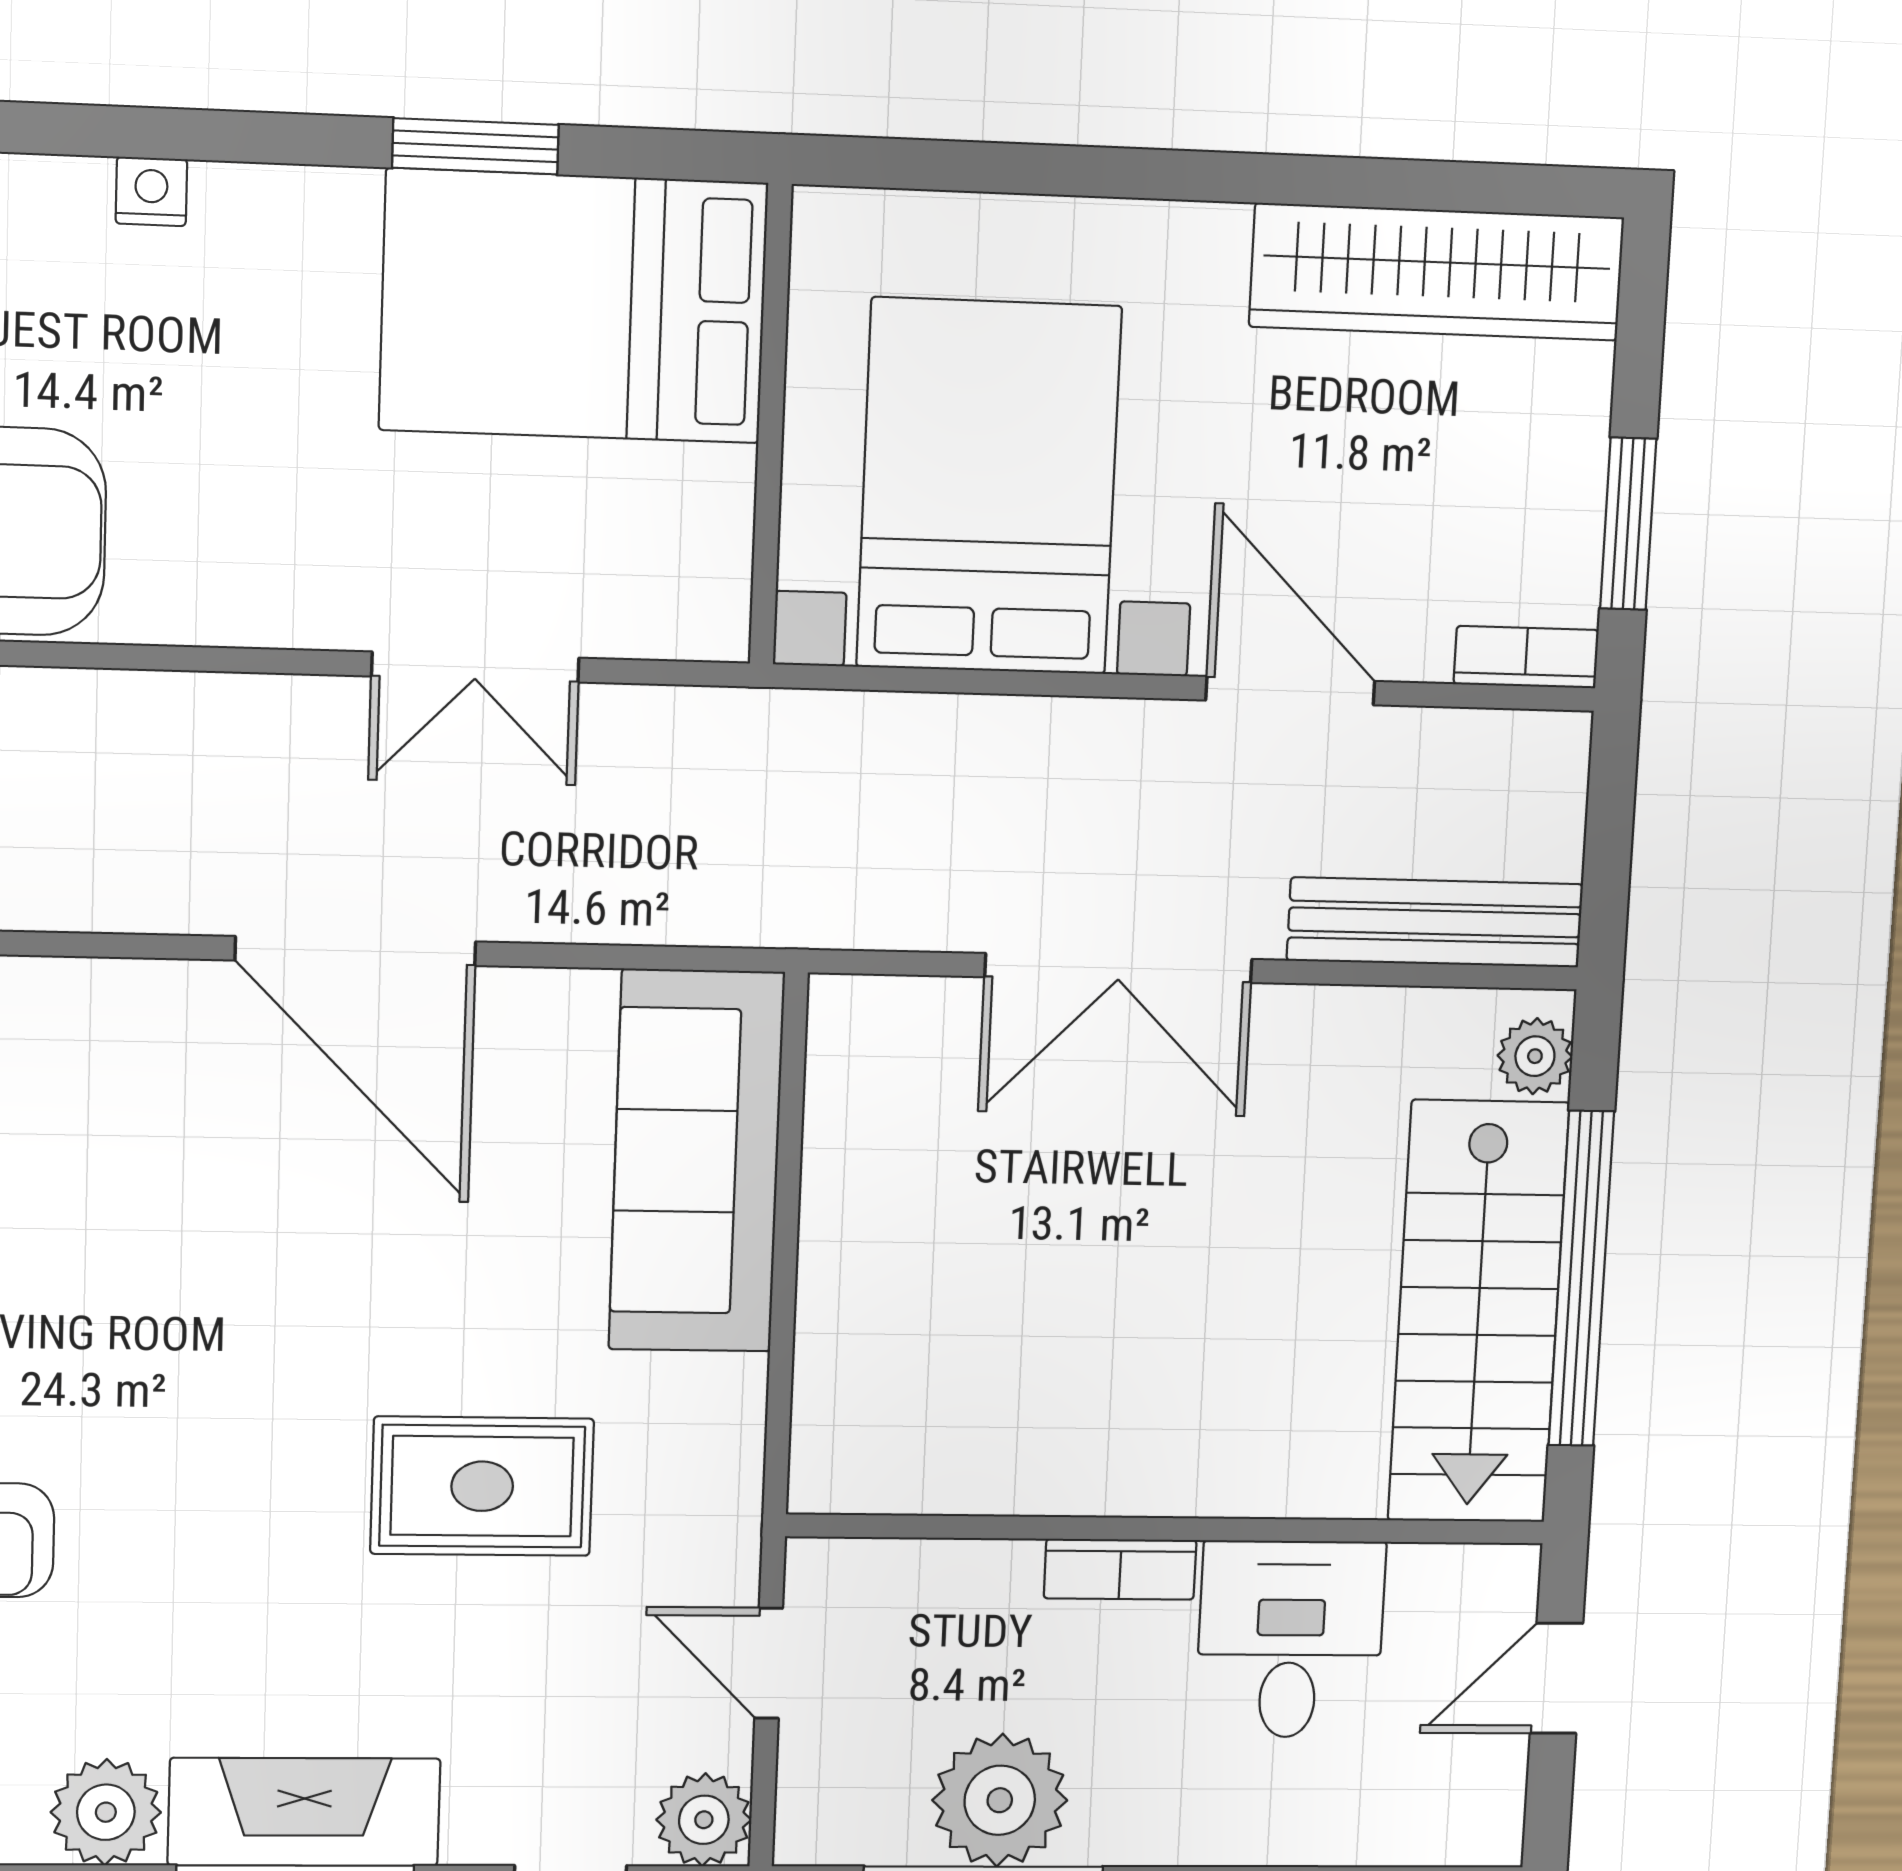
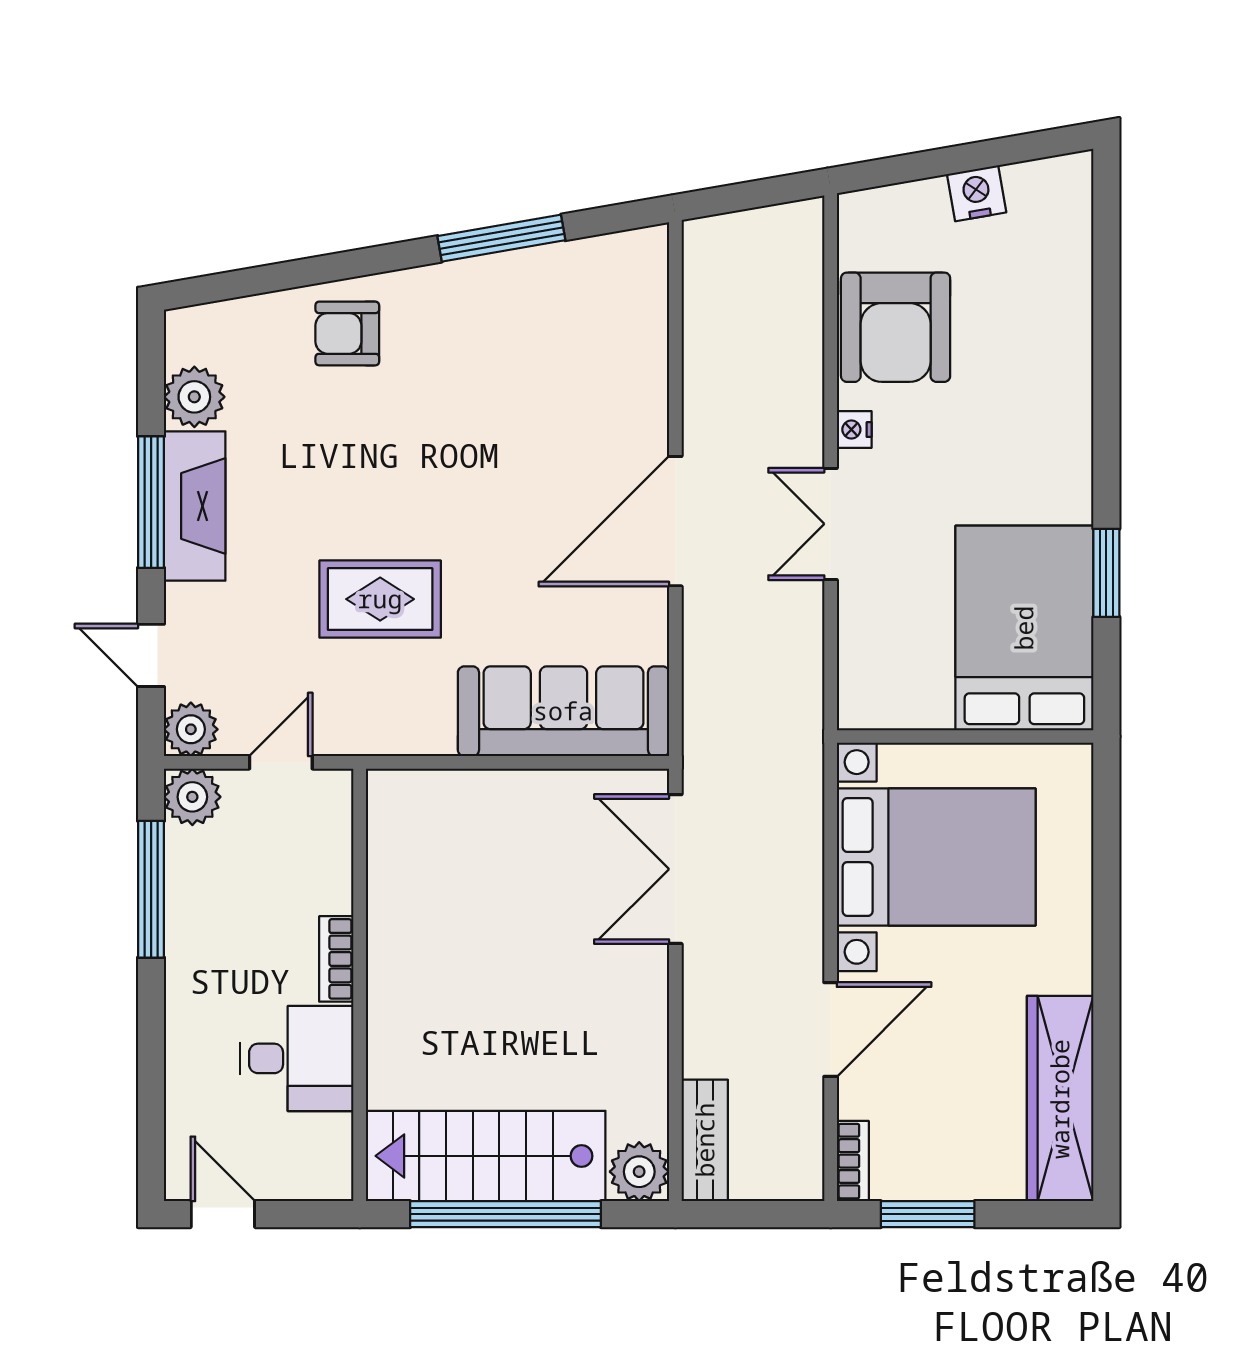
nightstand: (151, 191) -> (854, 430), moved, turned 180
double door: (475, 667) -> (831, 524), moved
bench: (1435, 922) -> (705, 1140), width x0.73
double door: (1119, 968) -> (675, 869), moved
plant: (1535, 1056) -> (639, 1172), width x1.38, depth x1.38
rug: (482, 1486) -> (380, 599), turned 90
door: (1556, 1678) -> (223, 1214), moved
plant: (1000, 1800) -> (192, 797), moved, width x0.73, depth x0.73

